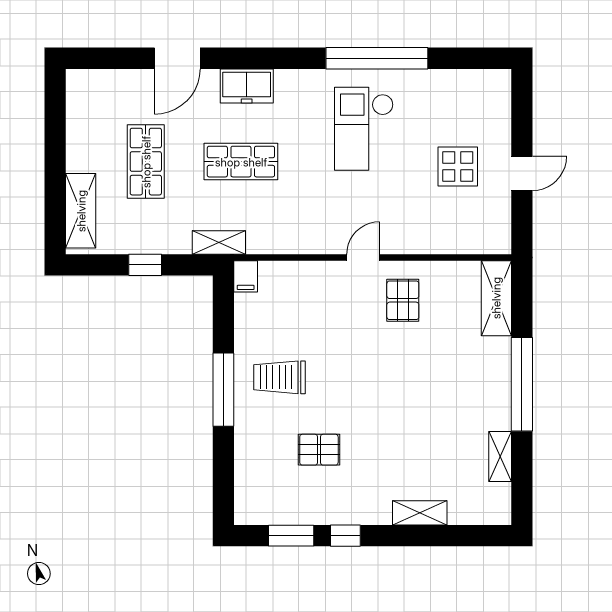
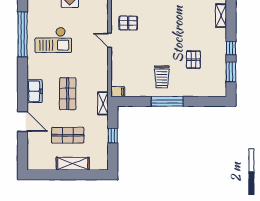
shelving: (81, 211) -> (73, 164), moved

